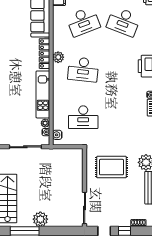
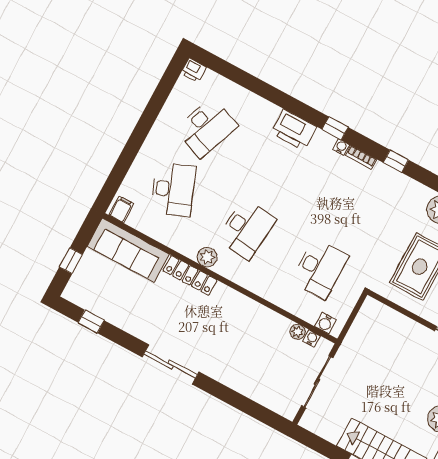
kitchen unit: (43, 94) -> (252, 312), removed

